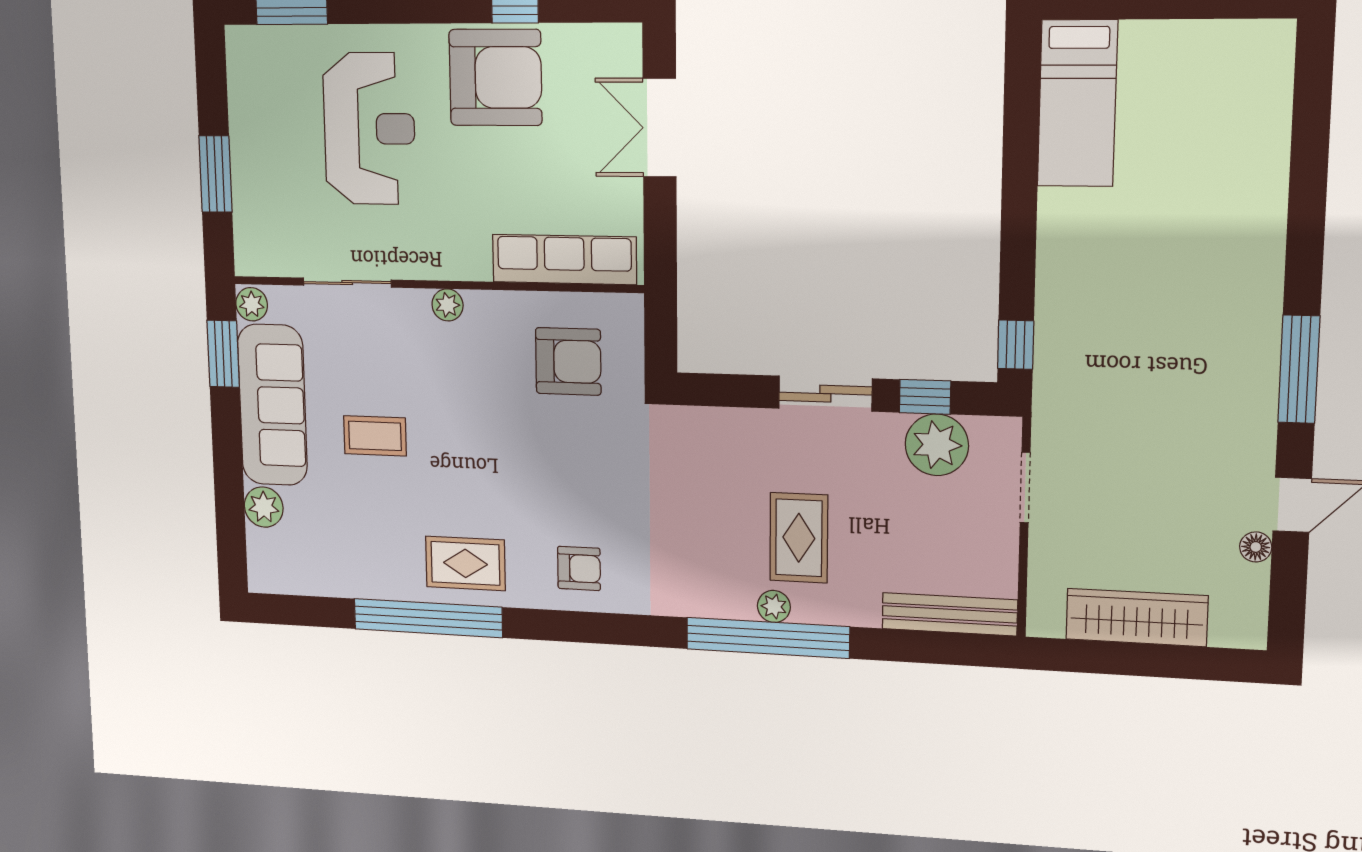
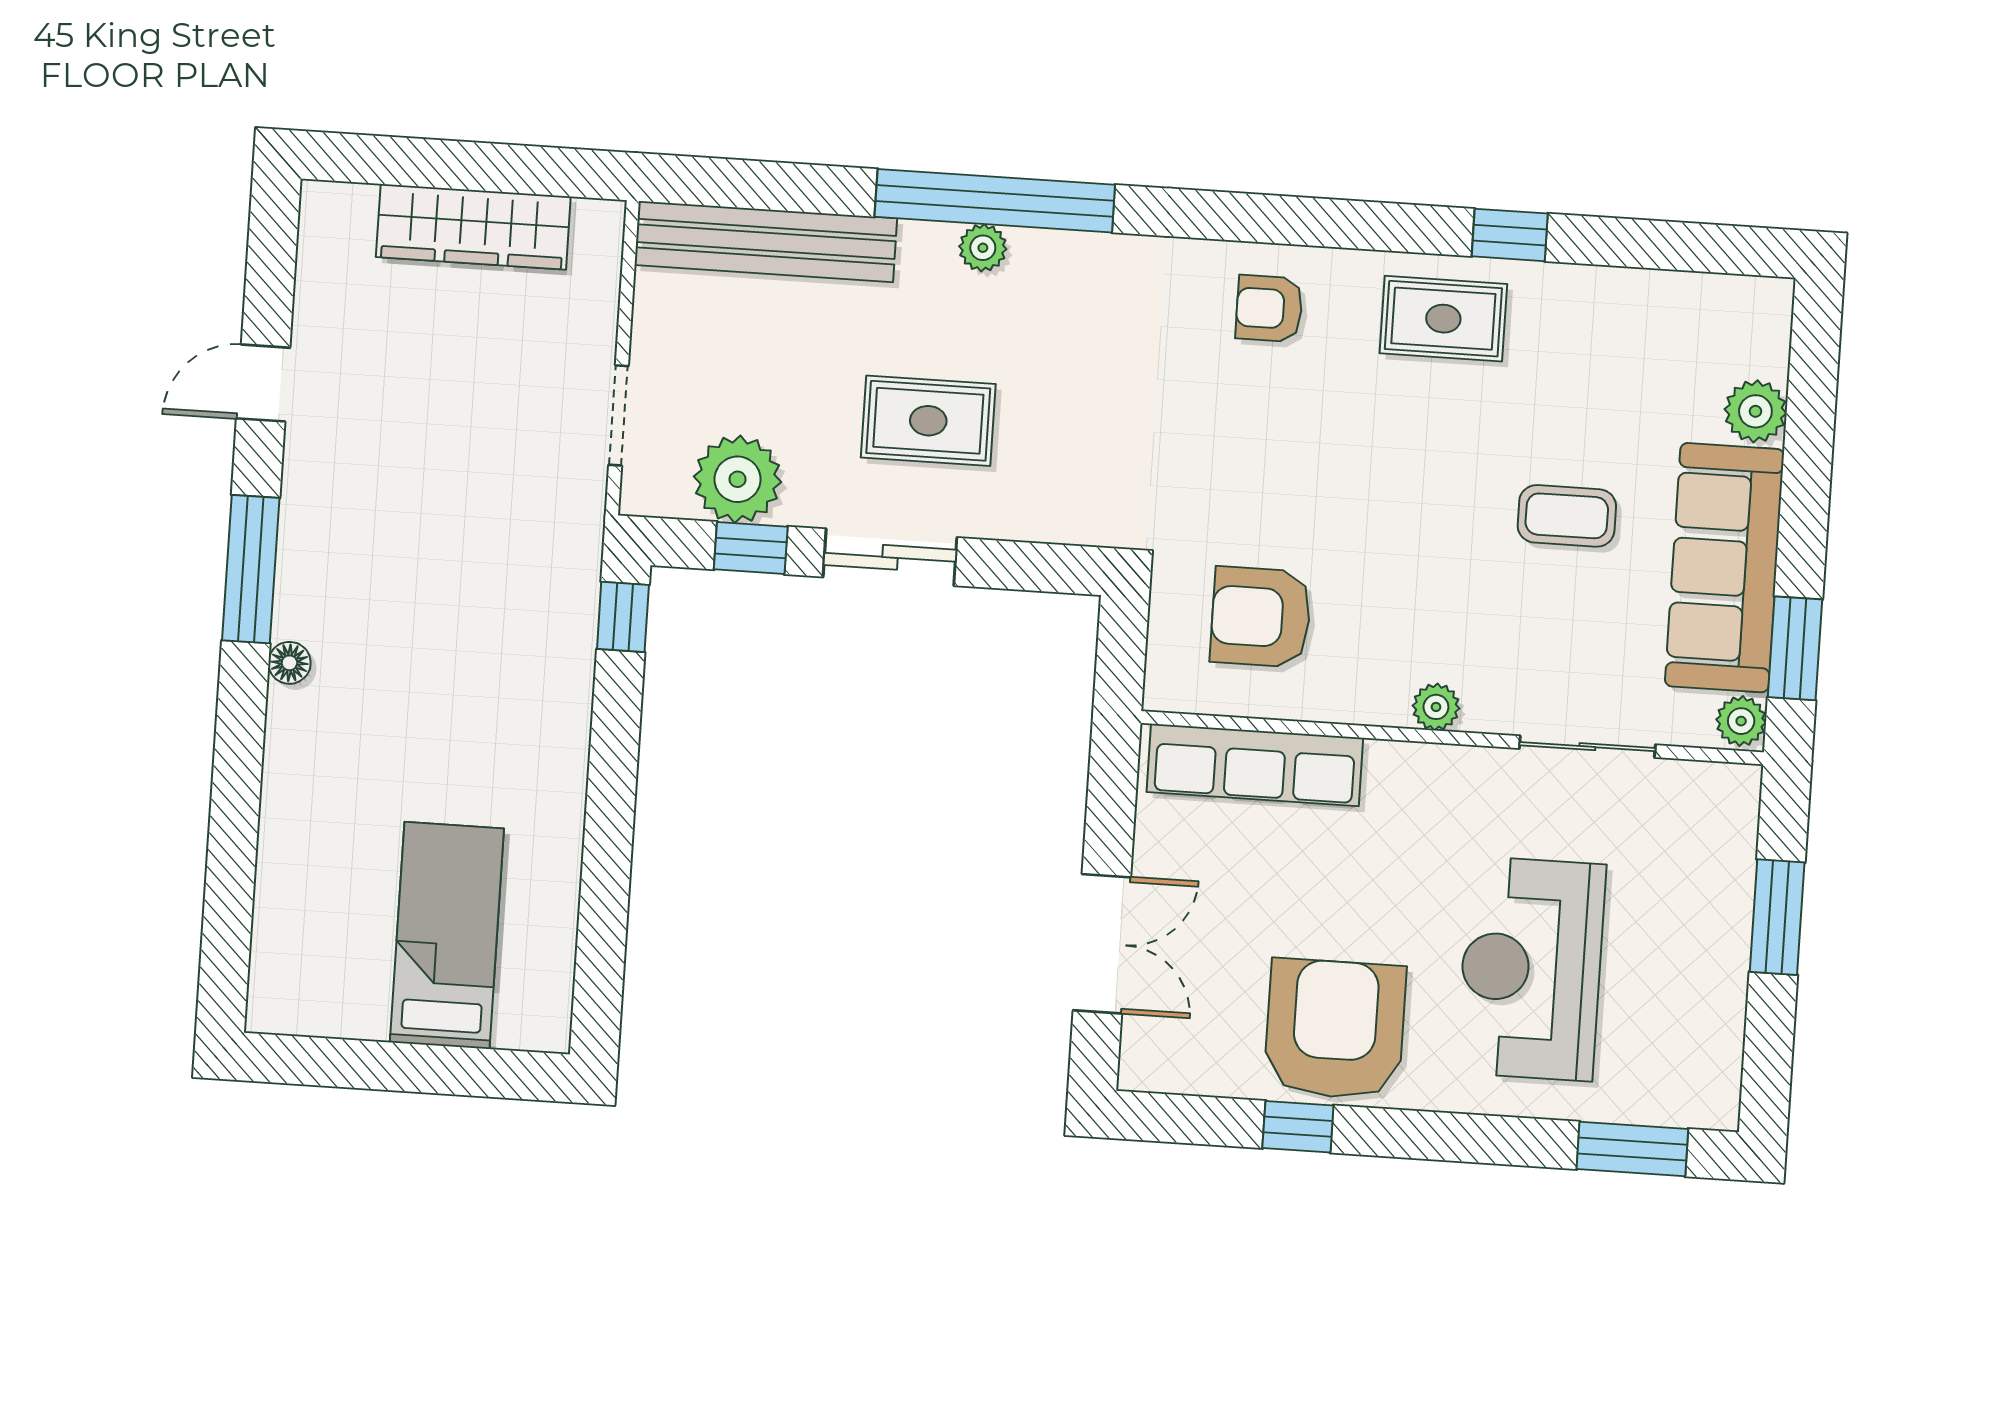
armchair: (495, 77) -> (1335, 1029), turned 90
bed: (1077, 103) -> (447, 935), moved
rug: (799, 538) -> (928, 421), moved, turned 90
floor lamp: (1256, 547) -> (289, 663), moved
bench: (950, 614) -> (766, 242), width x1.37, depth x1.21
window: (428, 618) -> (1510, 235), width x0.32

